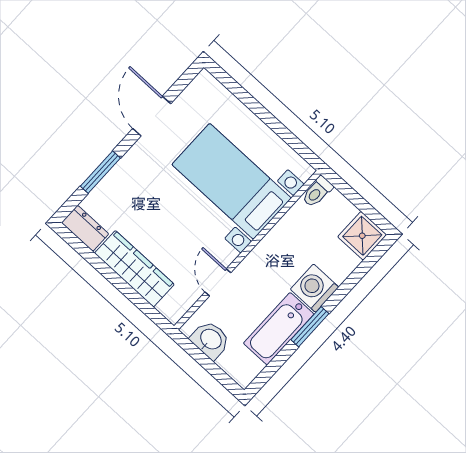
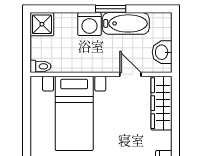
wardrobe: (134, 269) -> (161, 103), moved
door: (218, 282) -> (130, 74), swing flipped

